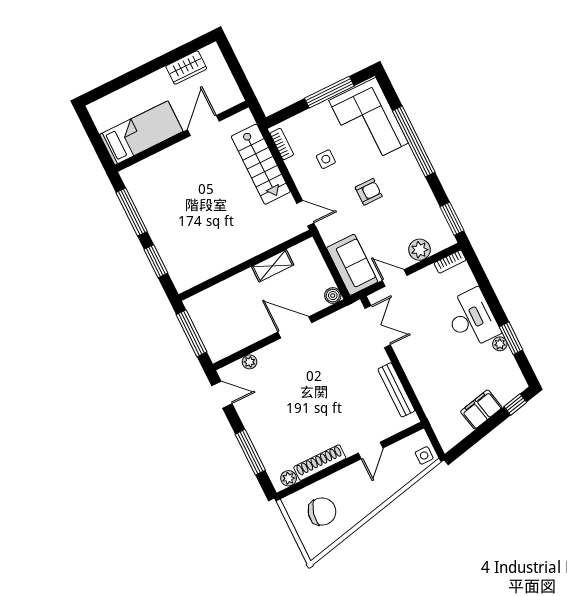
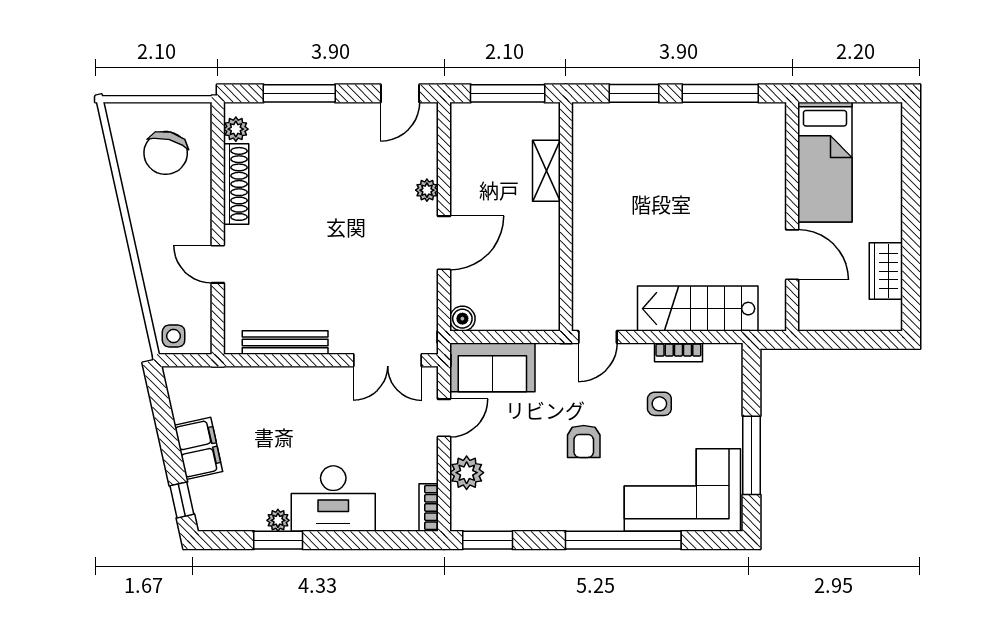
bookcase: (282, 144) -> (678, 352), moved
shelving: (273, 266) -> (546, 171), moved
plant: (250, 362) -> (427, 190), moved

